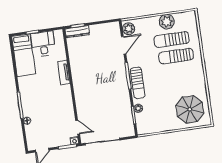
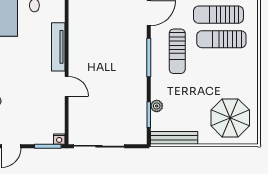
tv unit: (64, 72) -> (58, 47), width x1.41
sun lounger: (138, 83) -> (177, 51), moved
door: (78, 127) -> (67, 86), moved
bench: (153, 128) -> (174, 138), added

